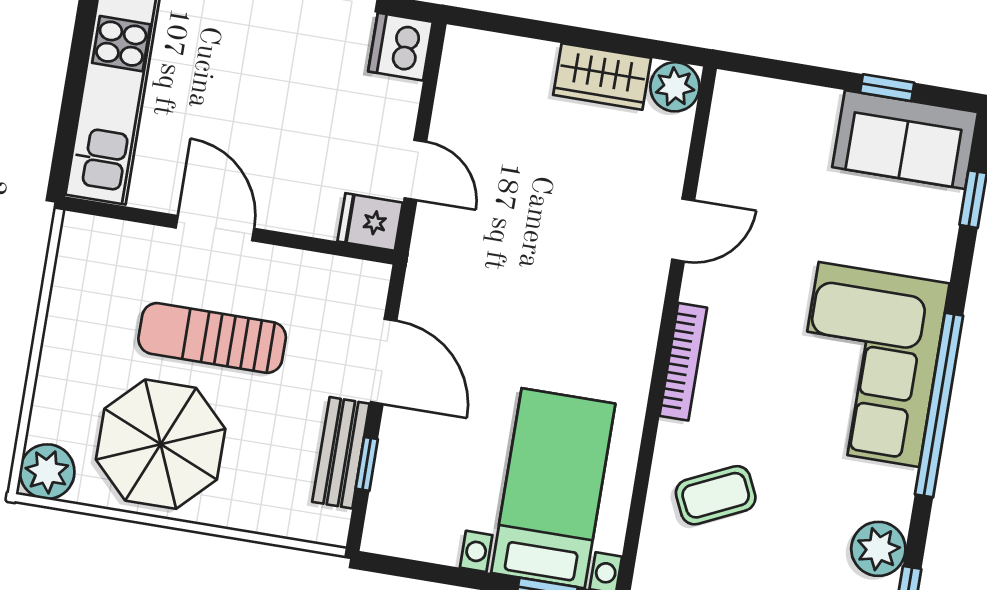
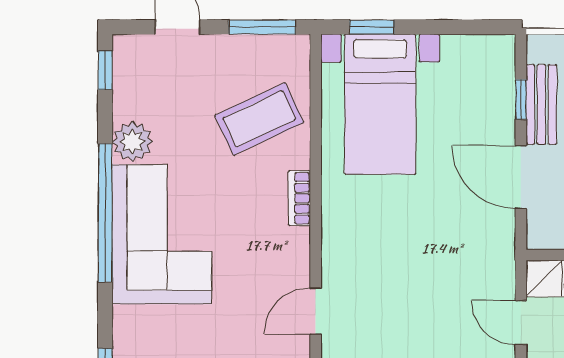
bookcase: (683, 362) -> (299, 198), width x0.64
coffee table: (716, 495) -> (259, 119), width x1.36, depth x1.30
plant: (878, 549) -> (132, 142), moved

